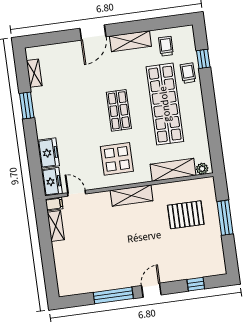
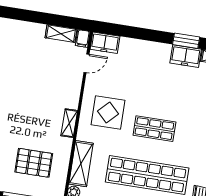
freezer: (48, 153) -> (186, 56), moved
shelving: (132, 195) -> (69, 123), width x0.67, depth x0.75
pallet: (186, 215) -> (34, 163), turned 90

